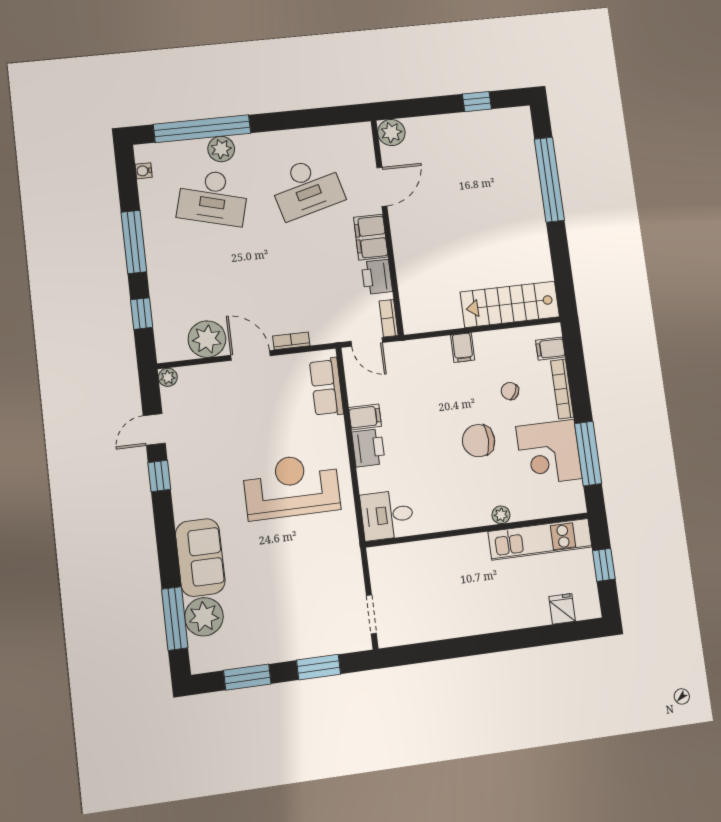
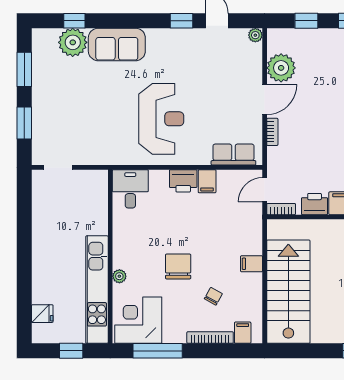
stairs: (510, 304) -> (288, 292), width x1.36, depth x1.51
corner desk: (549, 453) -> (138, 320), moved
kitchen unit: (540, 539) -> (97, 290), width x1.36
window: (175, 618) -> (74, 21), width x0.46

